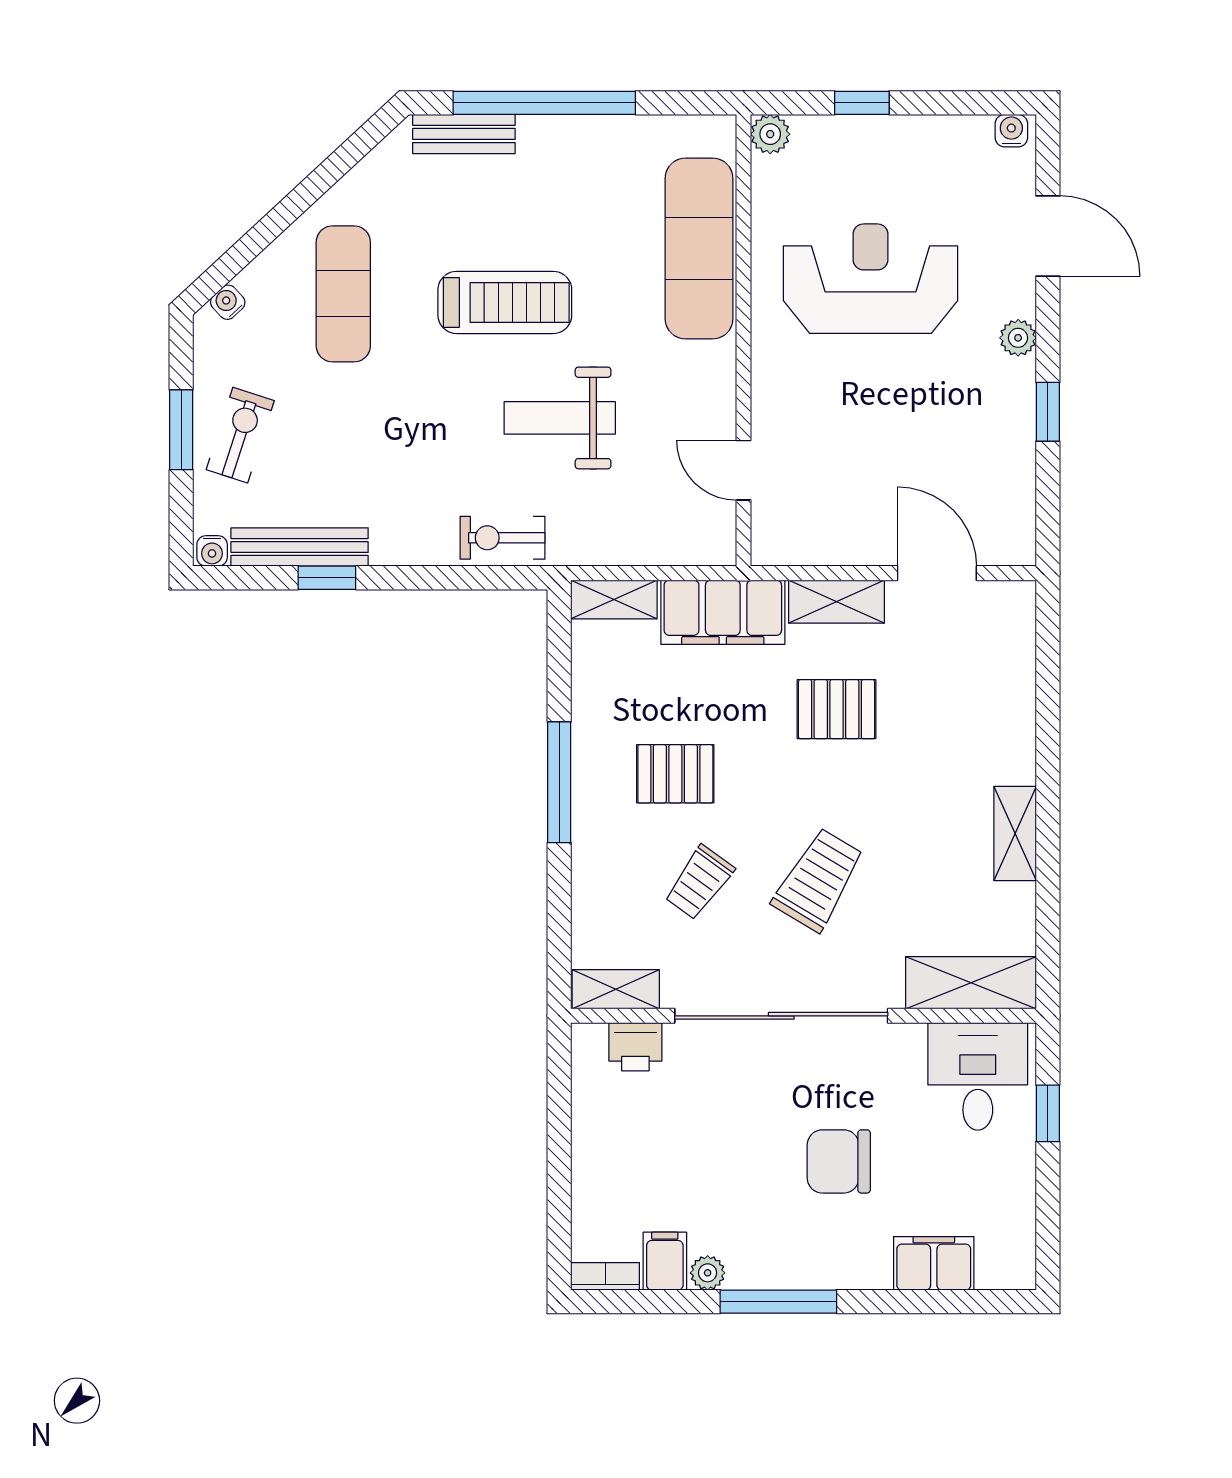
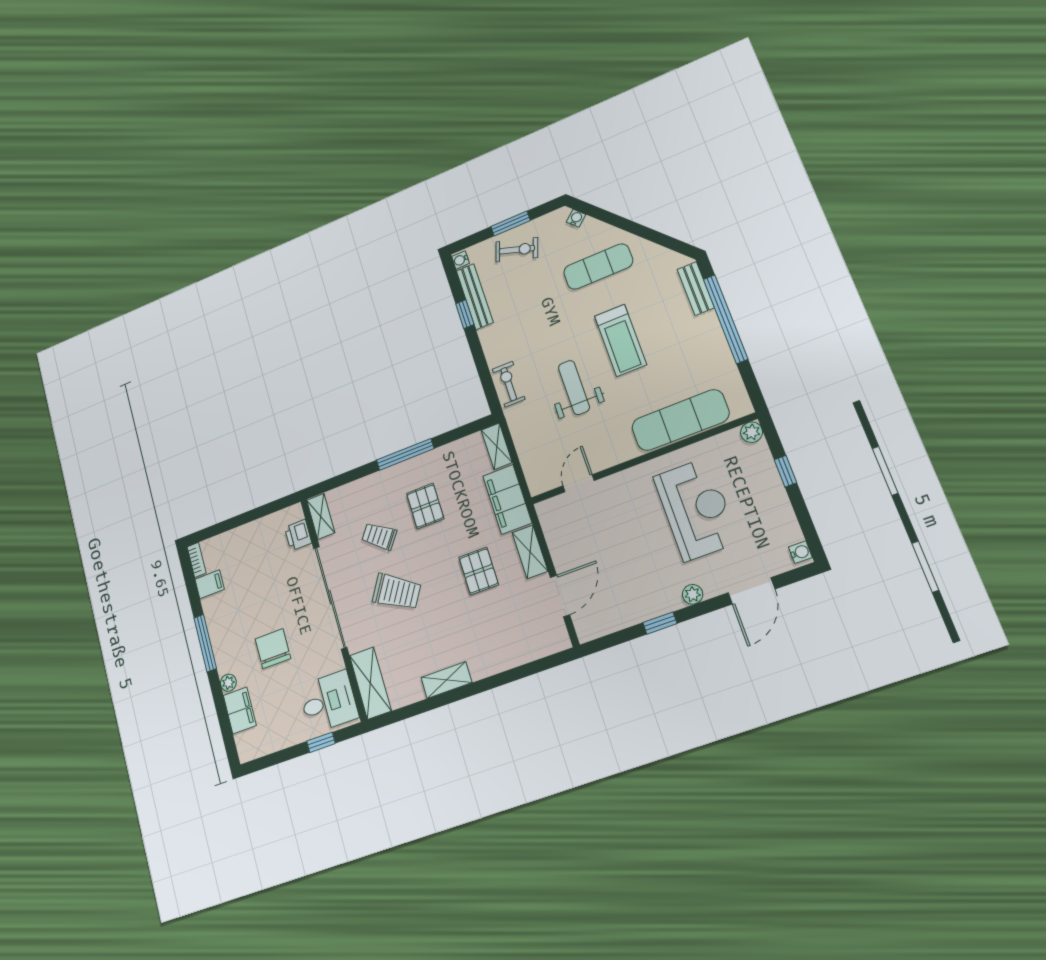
plant: (708, 1273) -> (228, 683), moved

